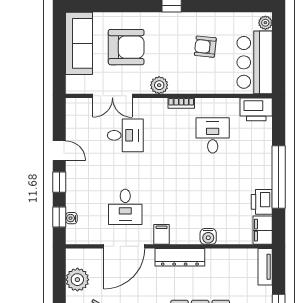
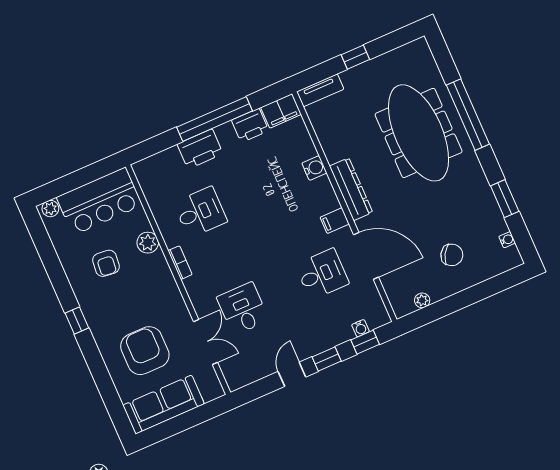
plant: (159, 85) -> (148, 243), moved
printer: (256, 109) -> (200, 149), moved, turned 90
desk: (213, 135) -> (200, 212), turned 180
plant: (77, 280) -> (422, 300), width x0.53, depth x0.53

